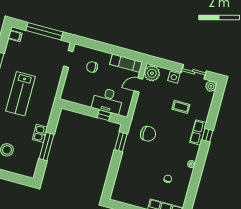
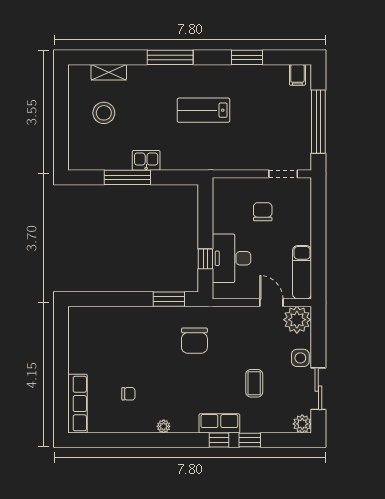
chair: (92, 67) -> (263, 212), moved
lab bench: (21, 94) -> (203, 110), width x0.73, depth x0.72
window: (212, 118) -> (250, 440), added

